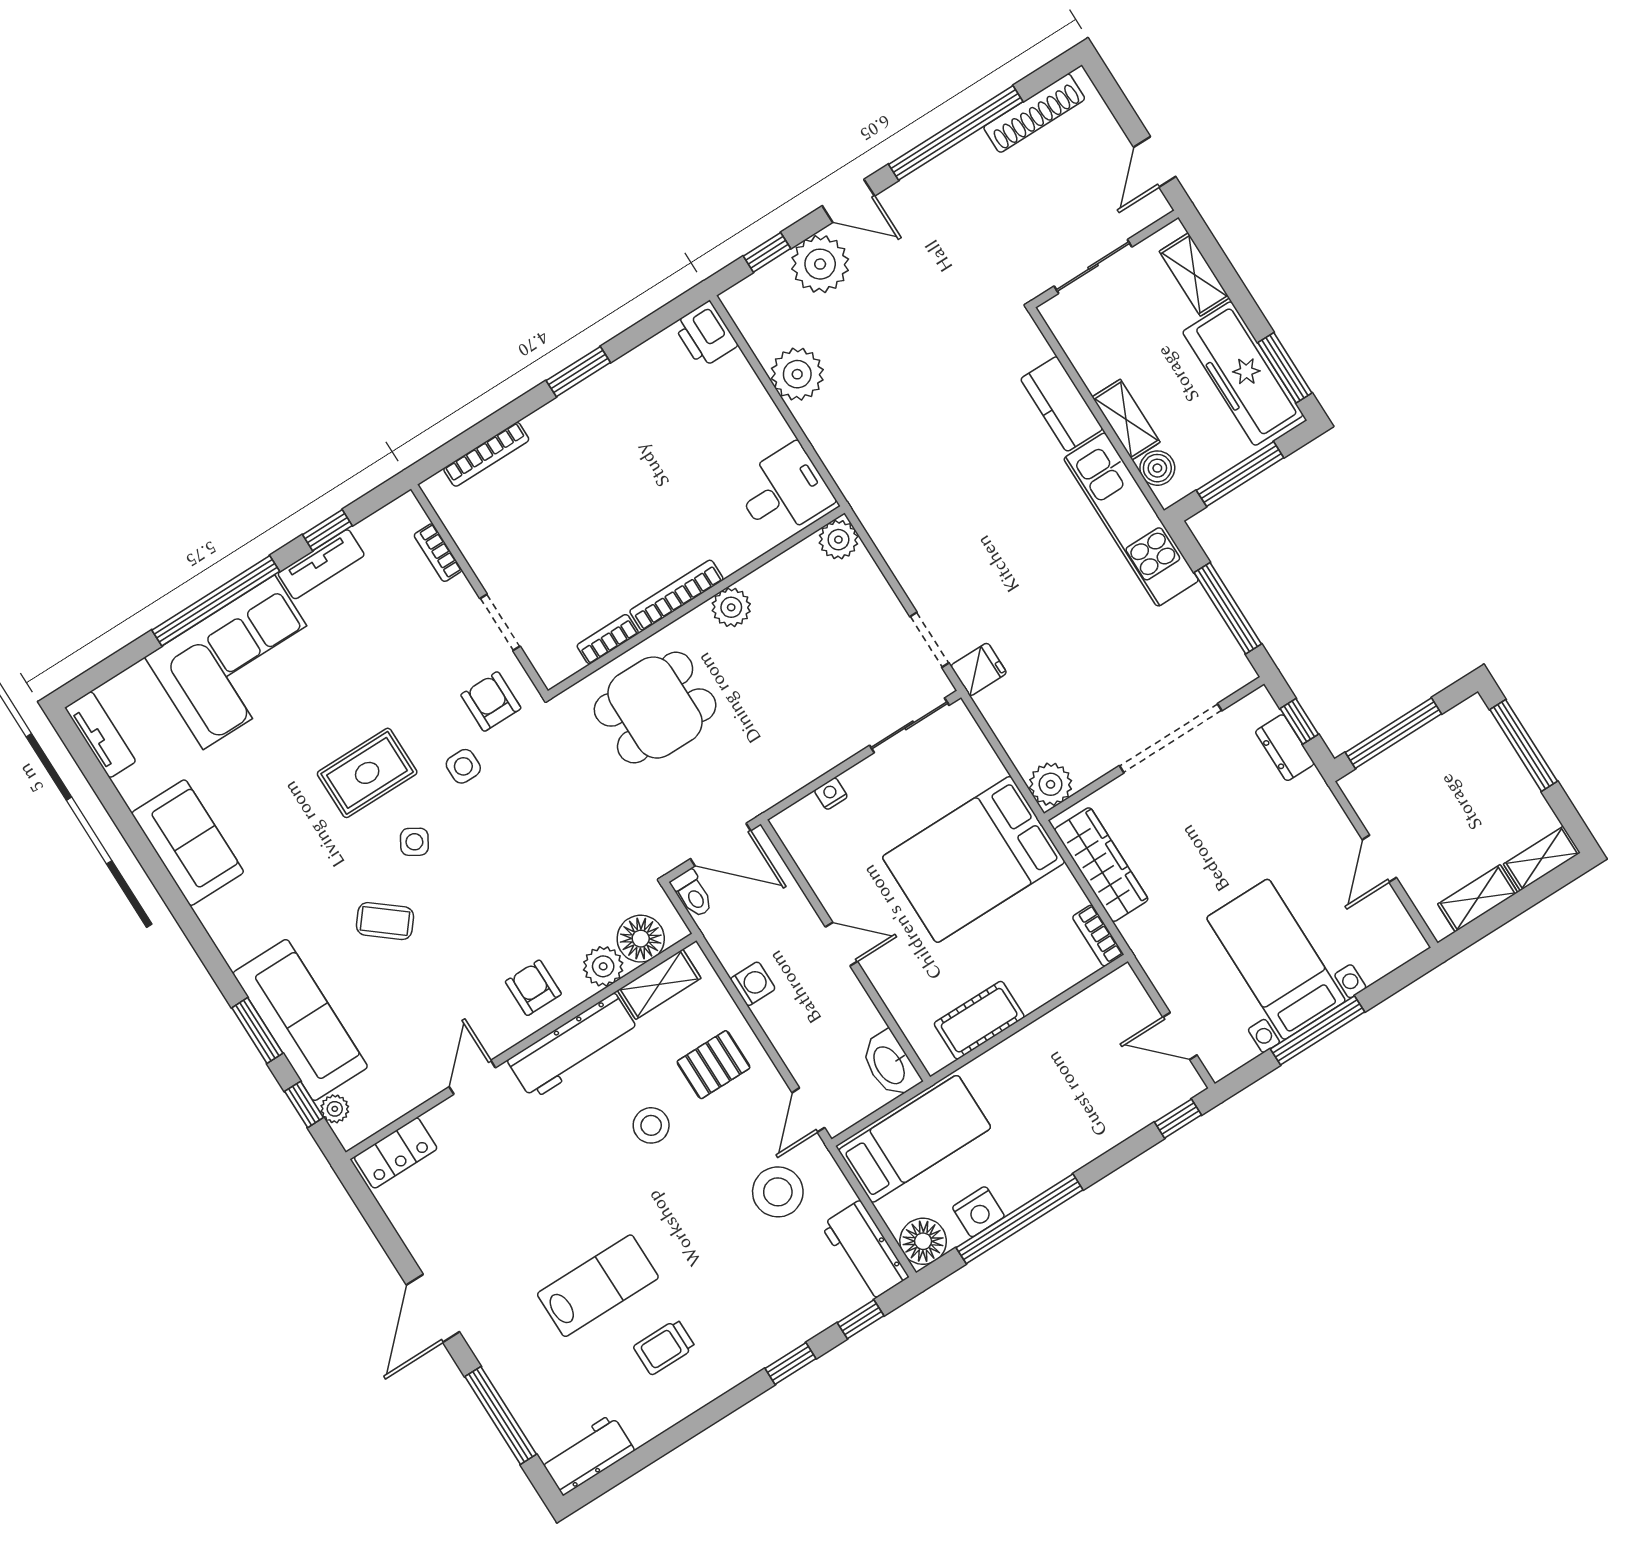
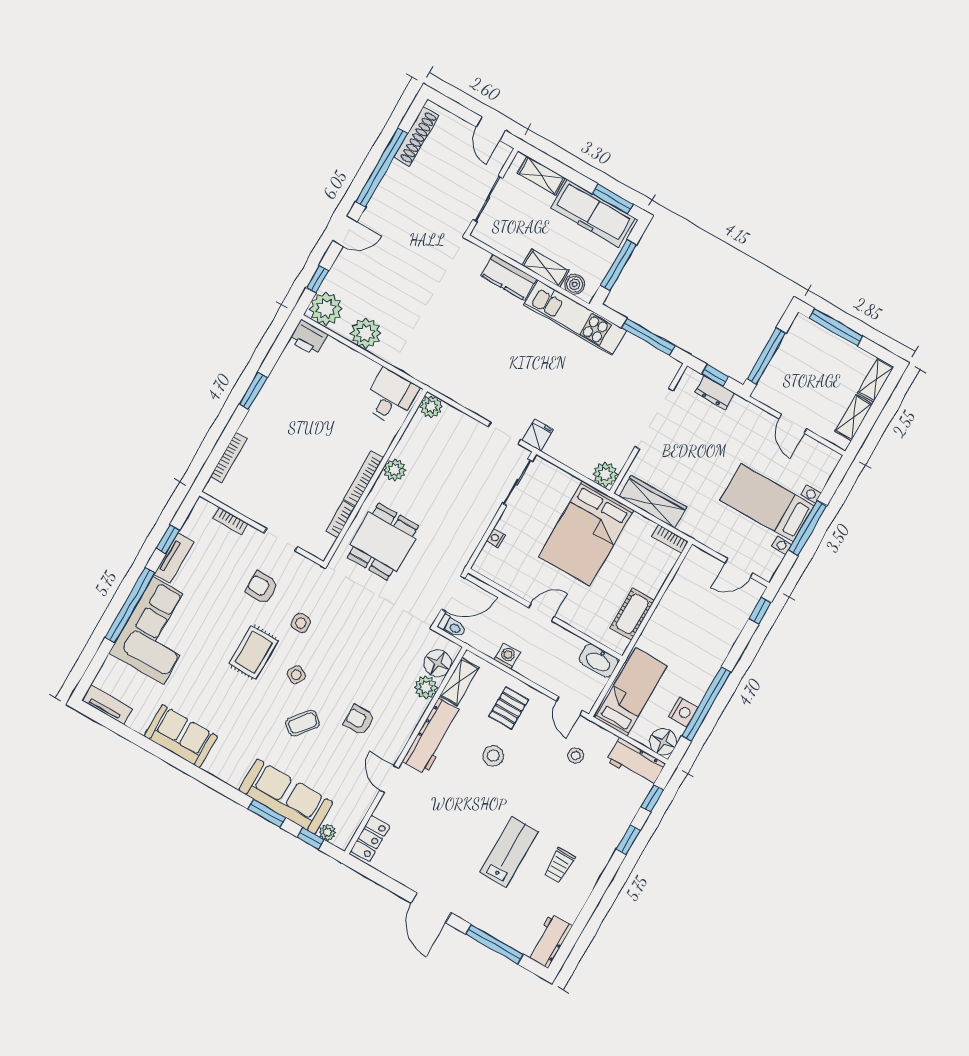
plant: (820, 264) -> (326, 309), moved
armchair: (491, 701) -> (262, 587), moved
armchair: (533, 988) -> (359, 720), moved
stool: (778, 1192) -> (576, 756), width x0.53, depth x0.53

